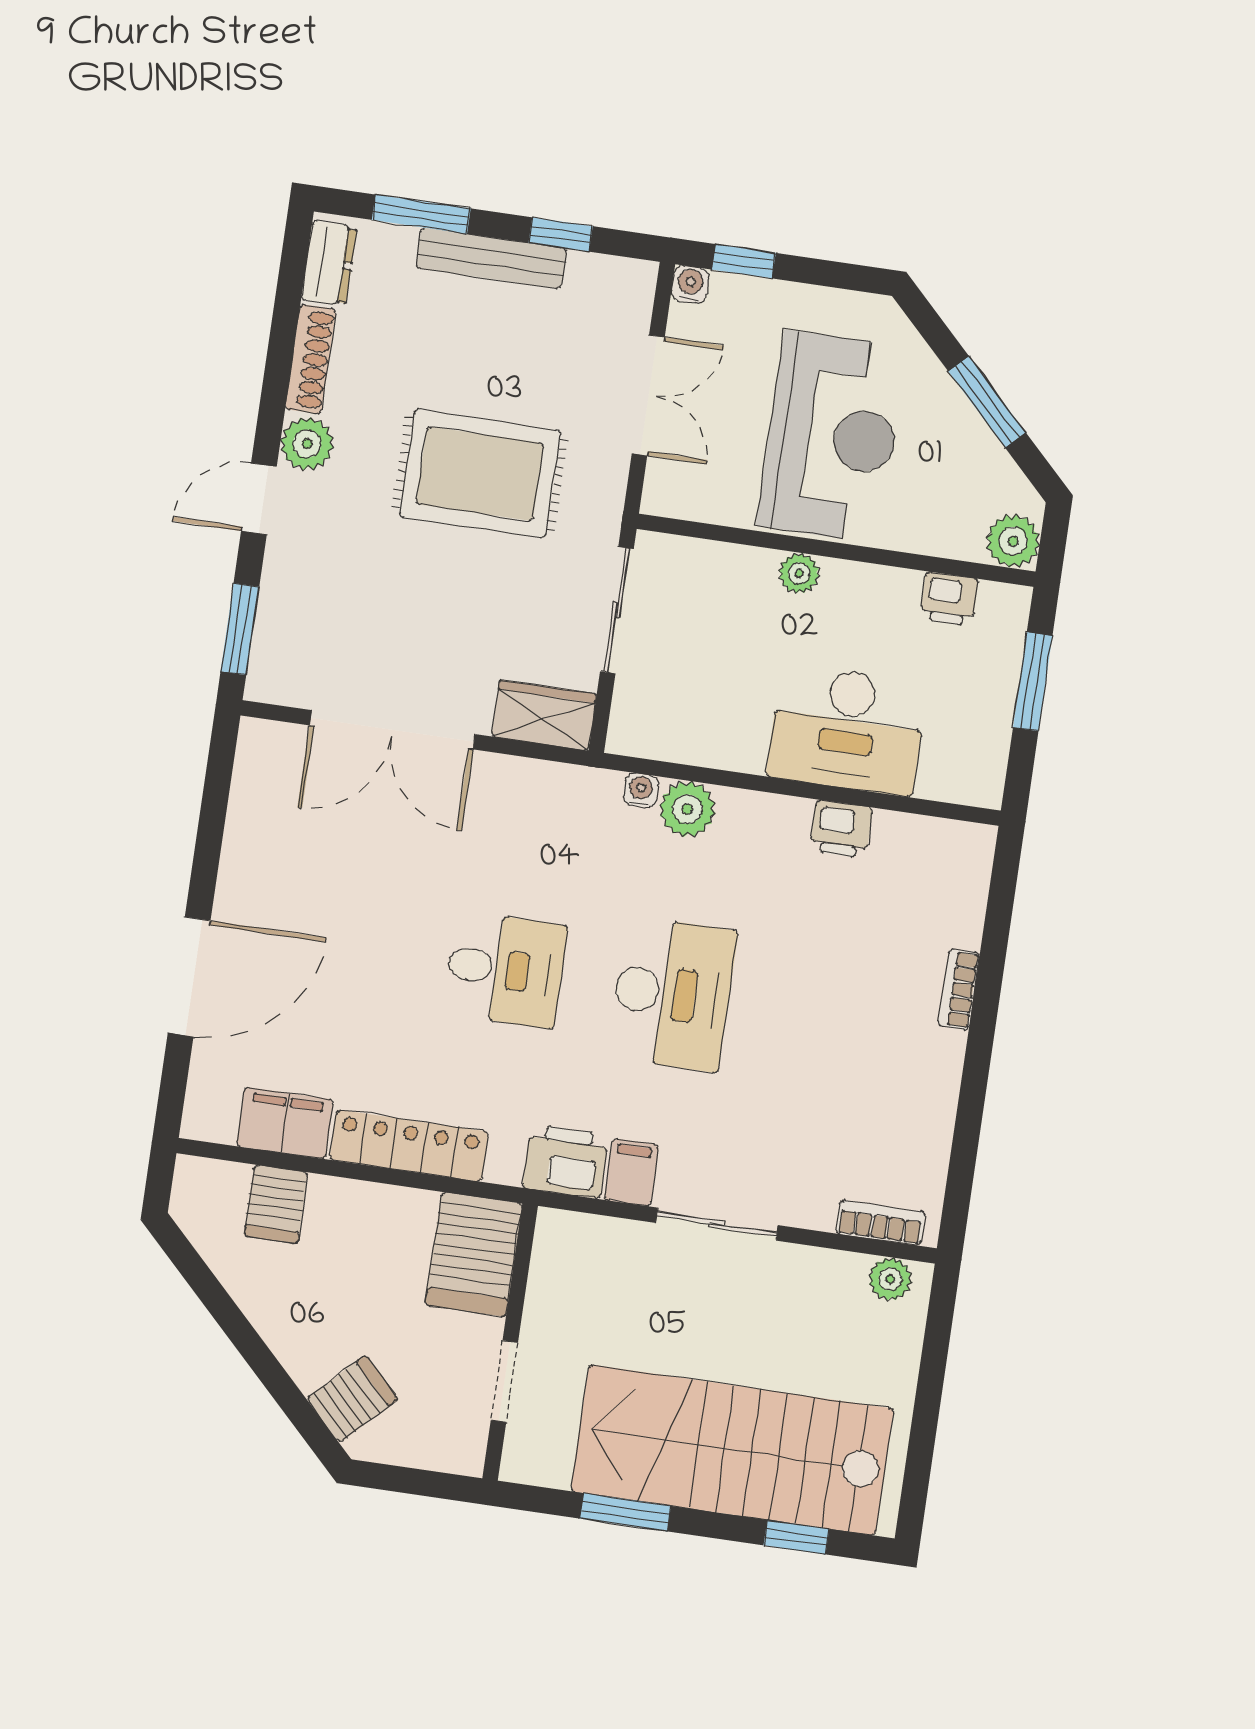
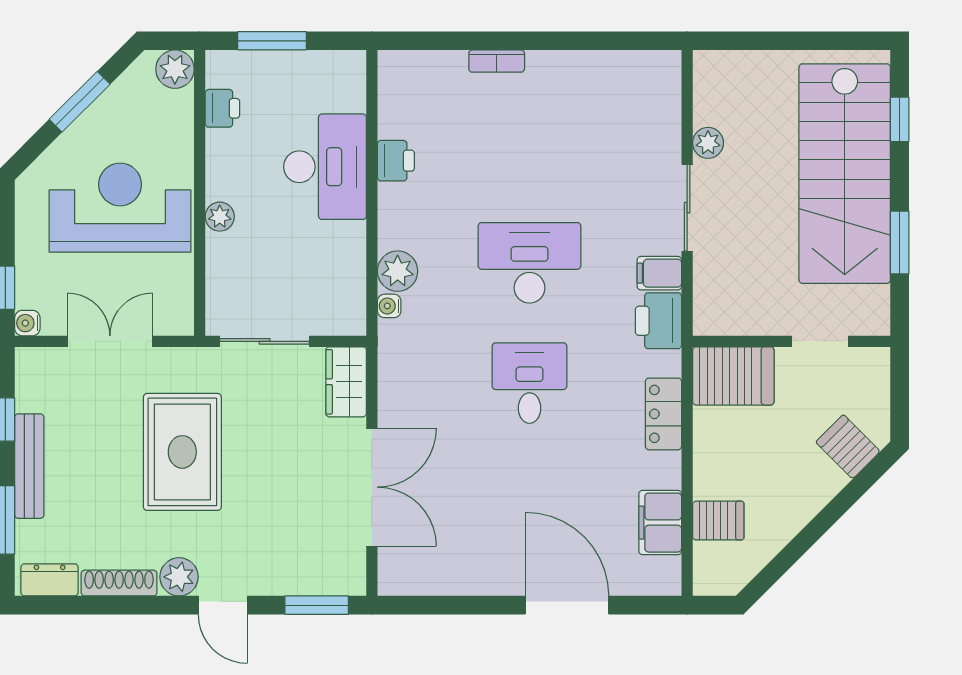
locker: (409, 1146) -> (663, 414), width x0.66
bookcase: (880, 1223) -> (669, 92), removed
plant: (890, 1279) -> (708, 143), moved

